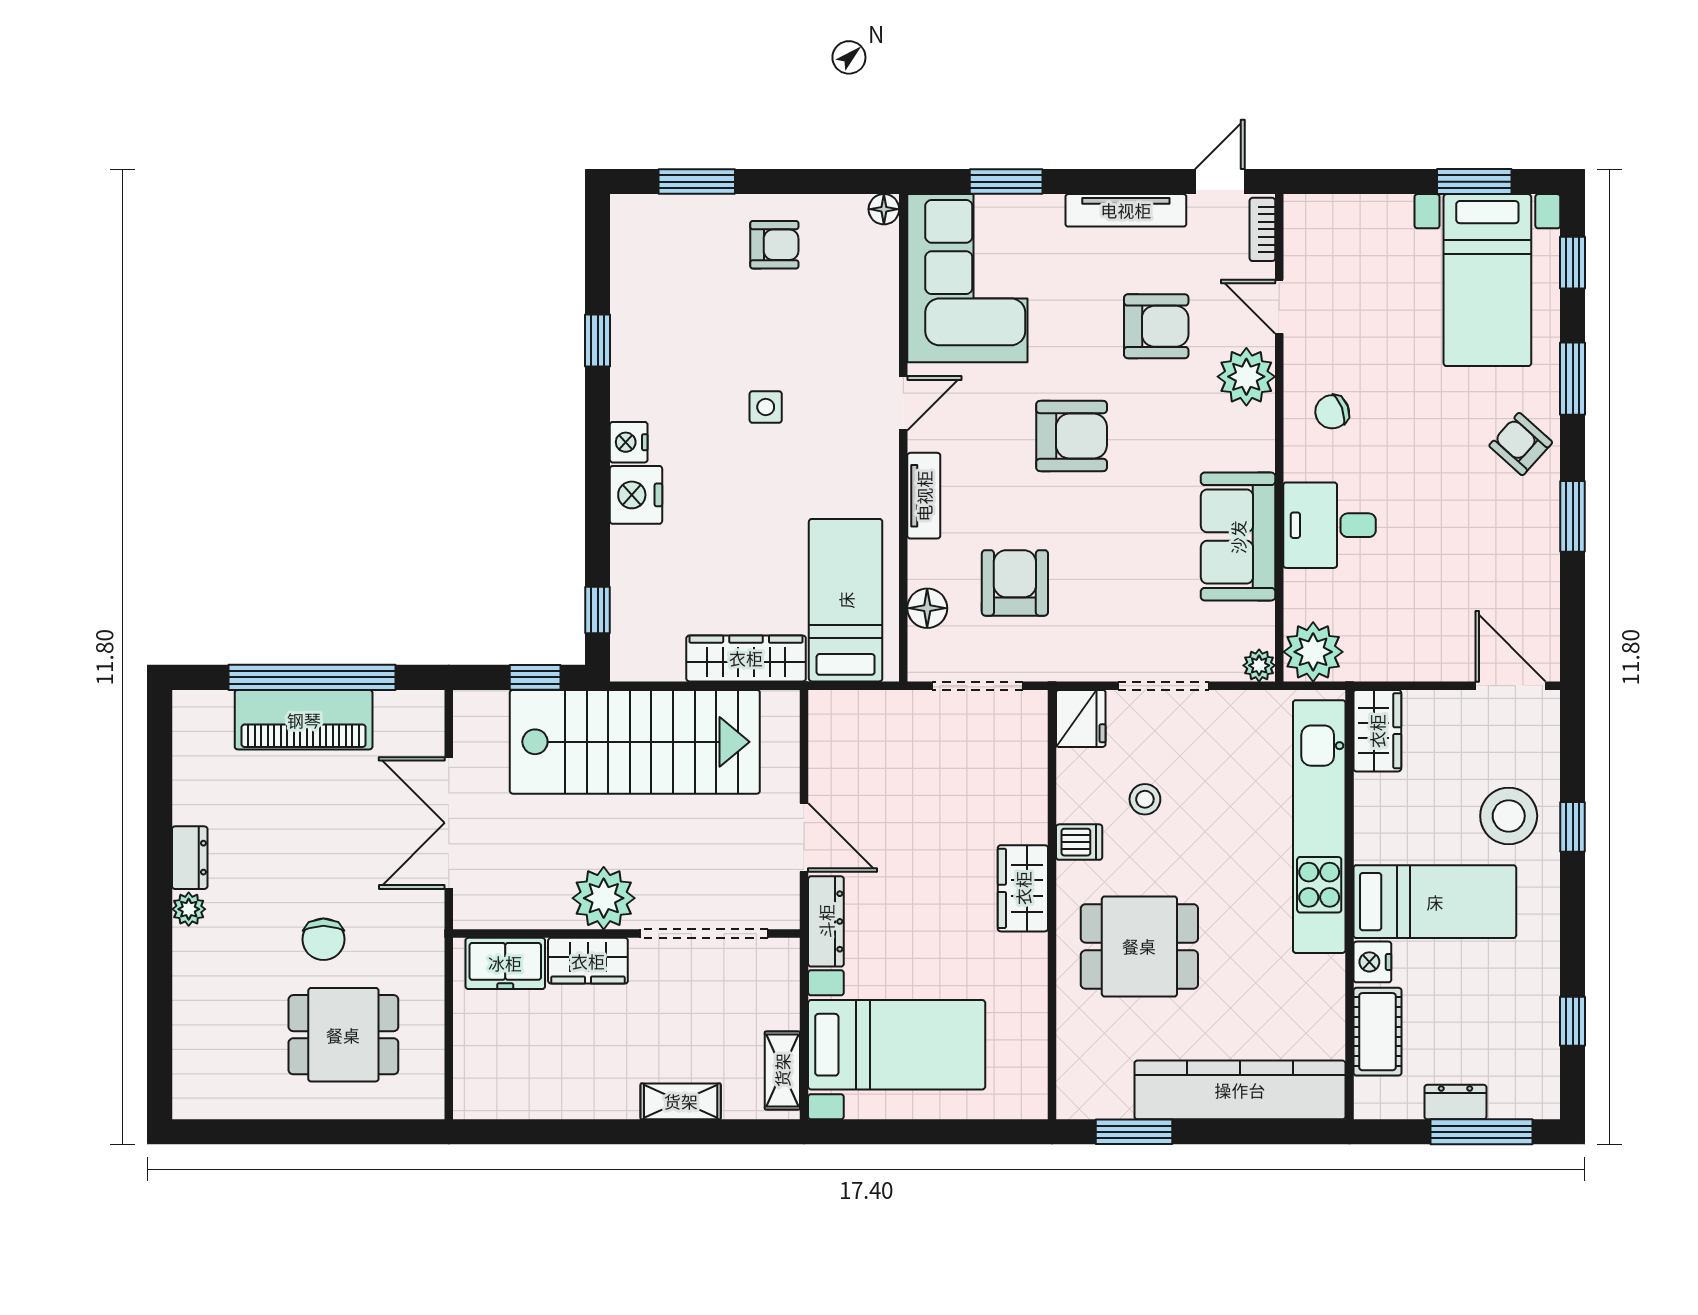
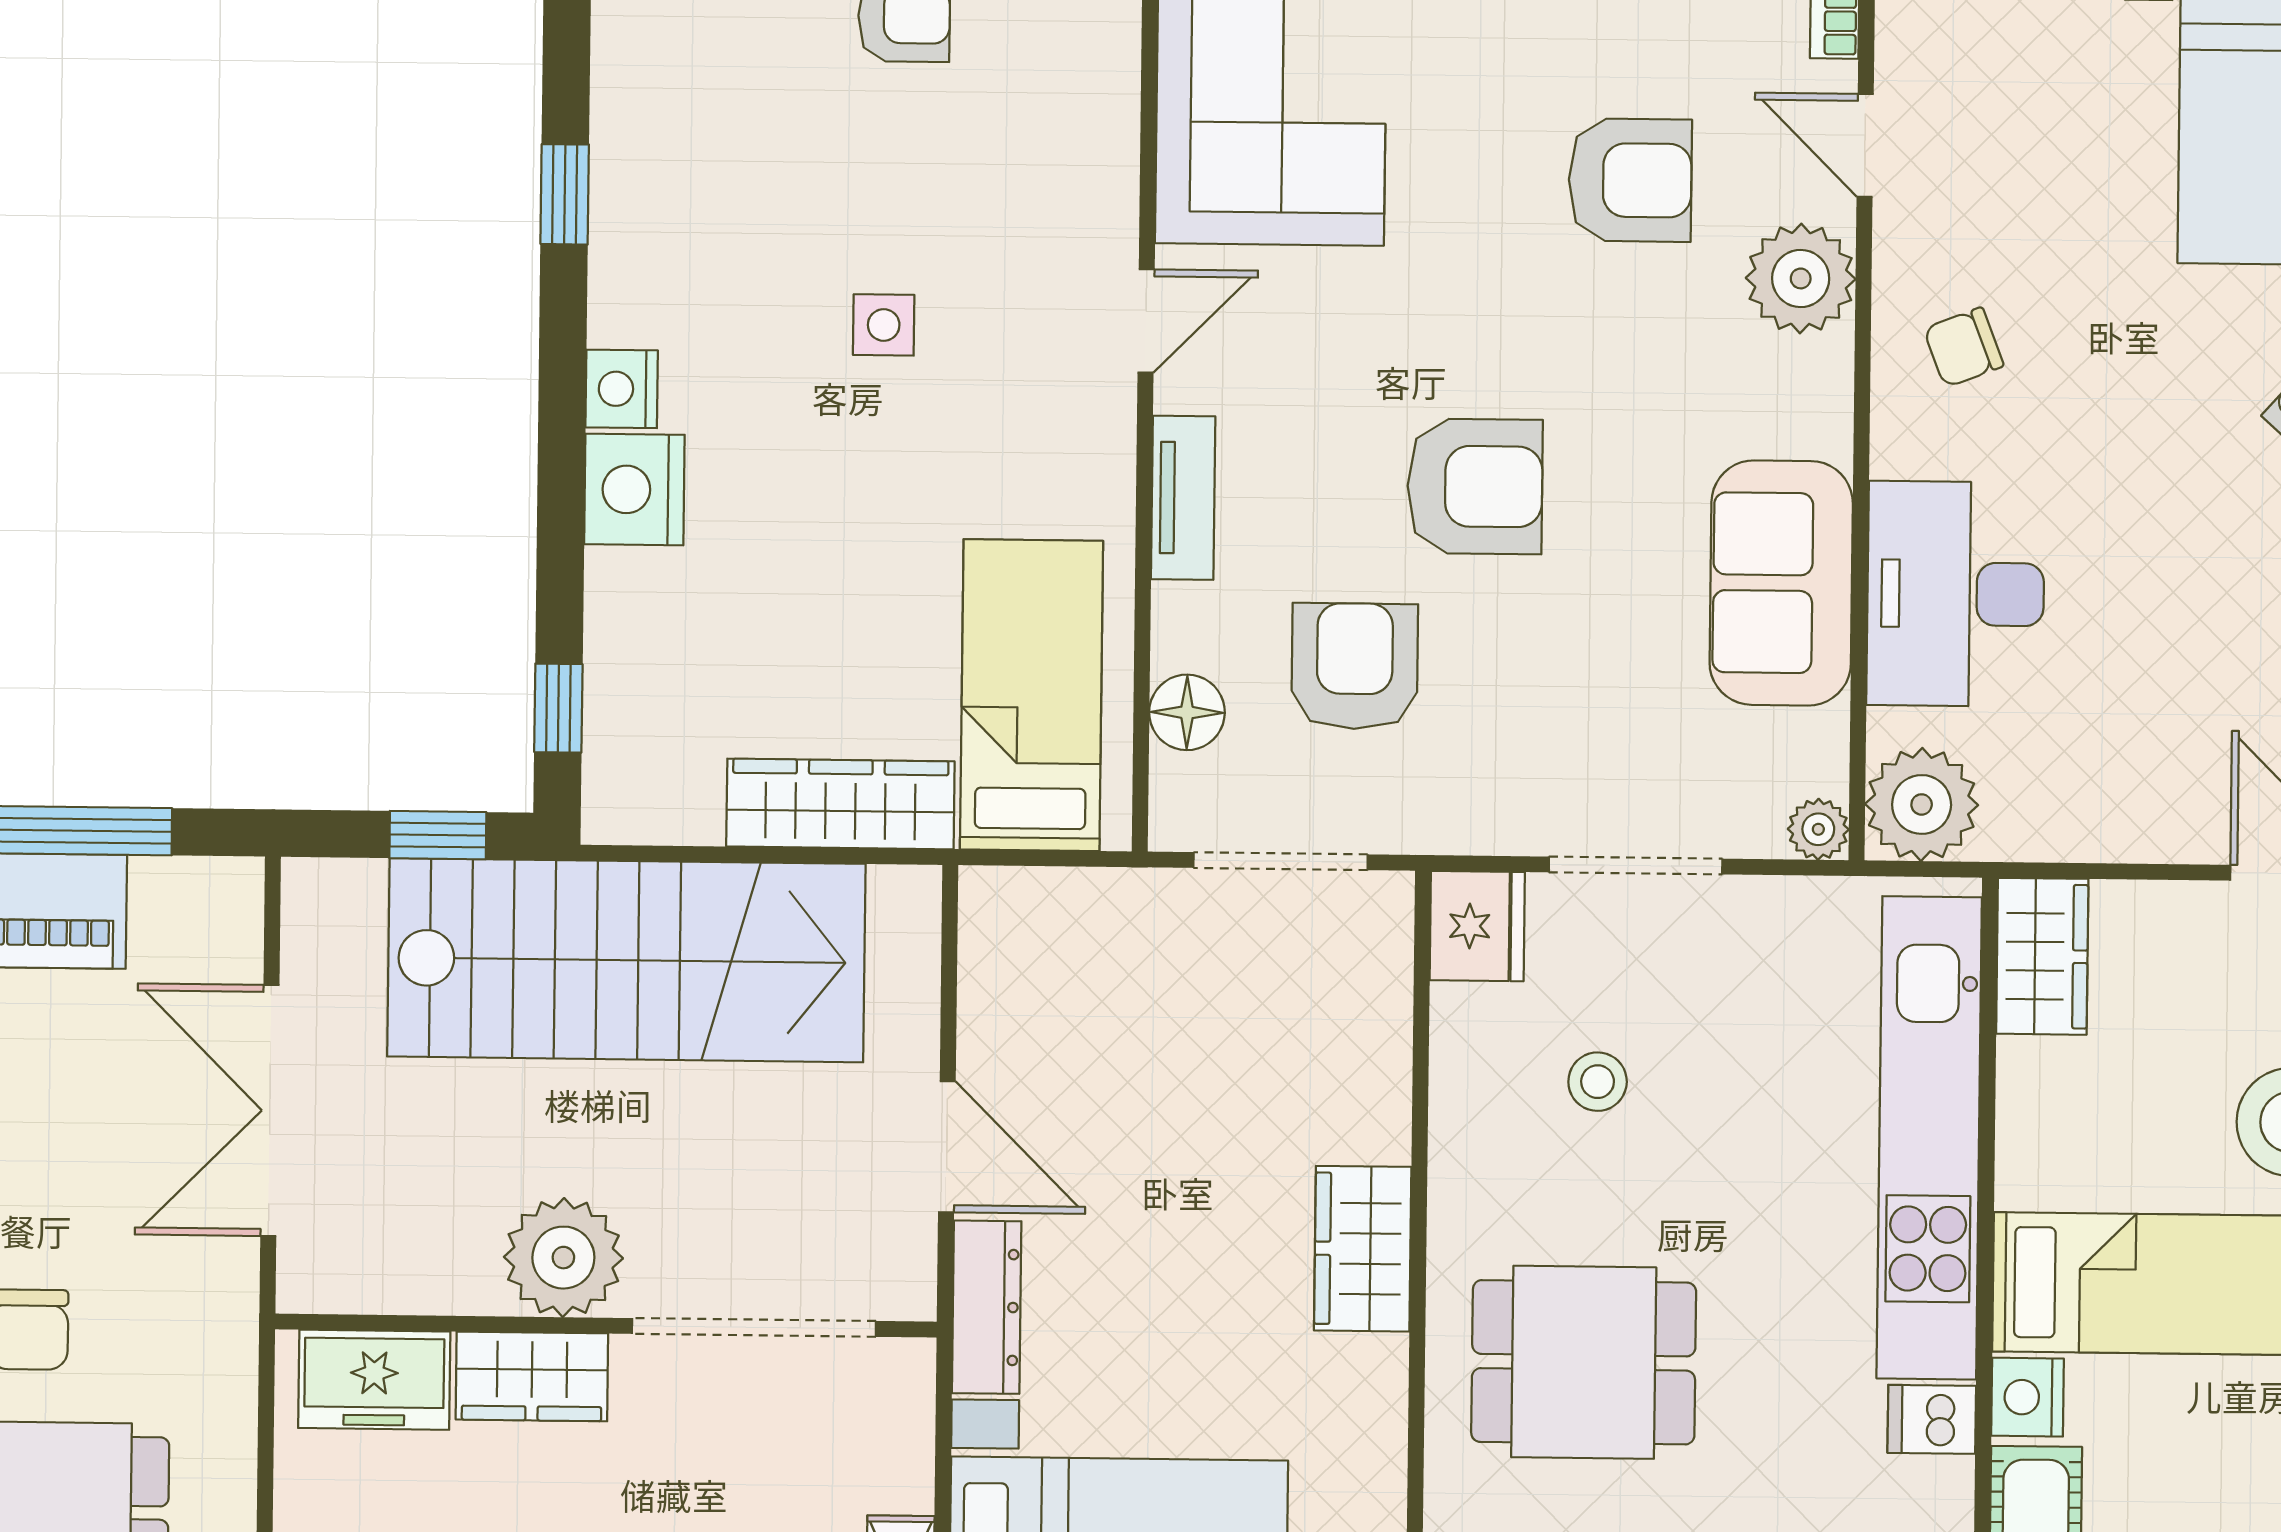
armchair: (1072, 436) -> (1475, 486), moved
desk: (1330, 525) -> (1956, 594), width x1.37
dishwasher: (1079, 842) -> (1932, 1419), moved, turned 180

